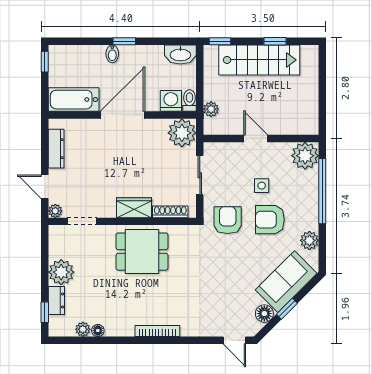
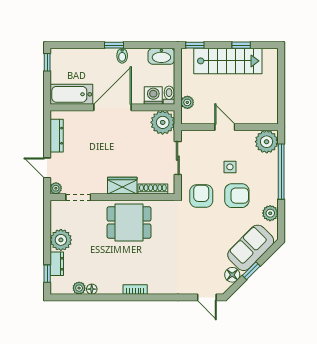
bidet: (112, 54) -> (122, 56), moved
armchair: (270, 220) -> (237, 196), turned 180
bookcase: (157, 331) -> (135, 290), width x0.64

